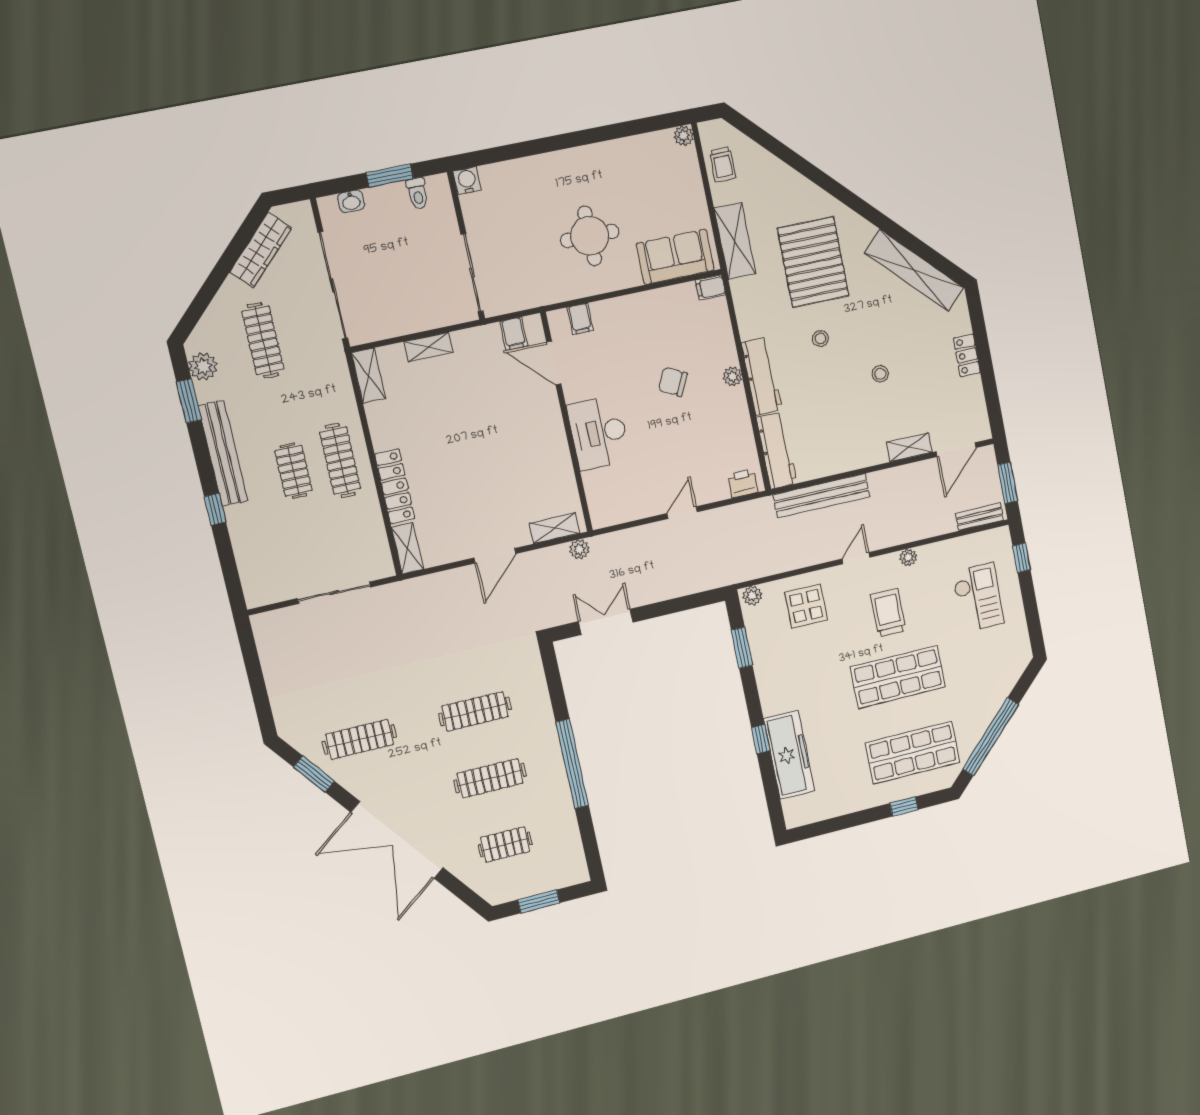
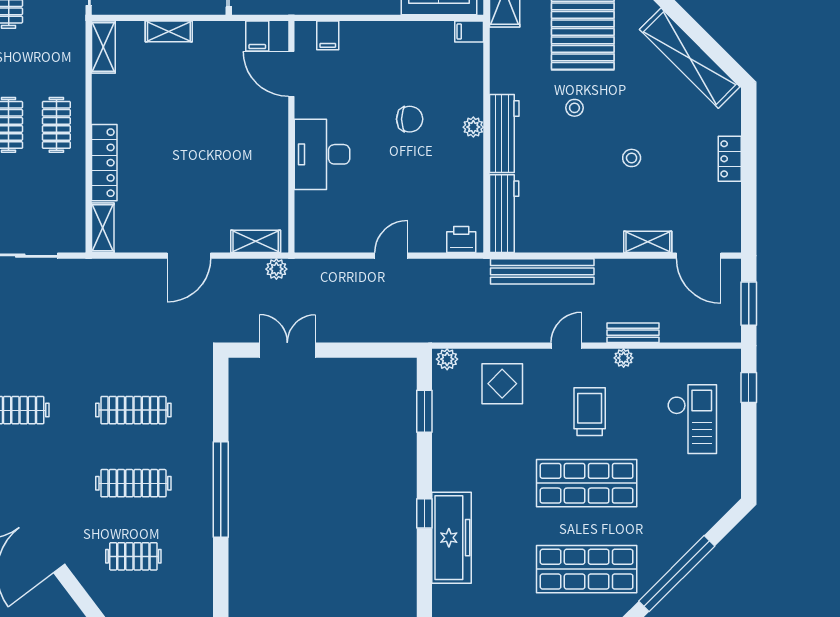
chair: (673, 382) -> (410, 119), turned 153
door: (956, 450) -> (699, 256), hinge flipped
clothes rail: (340, 460) -> (56, 125), width x0.73
bench: (979, 517) -> (633, 333), moved

